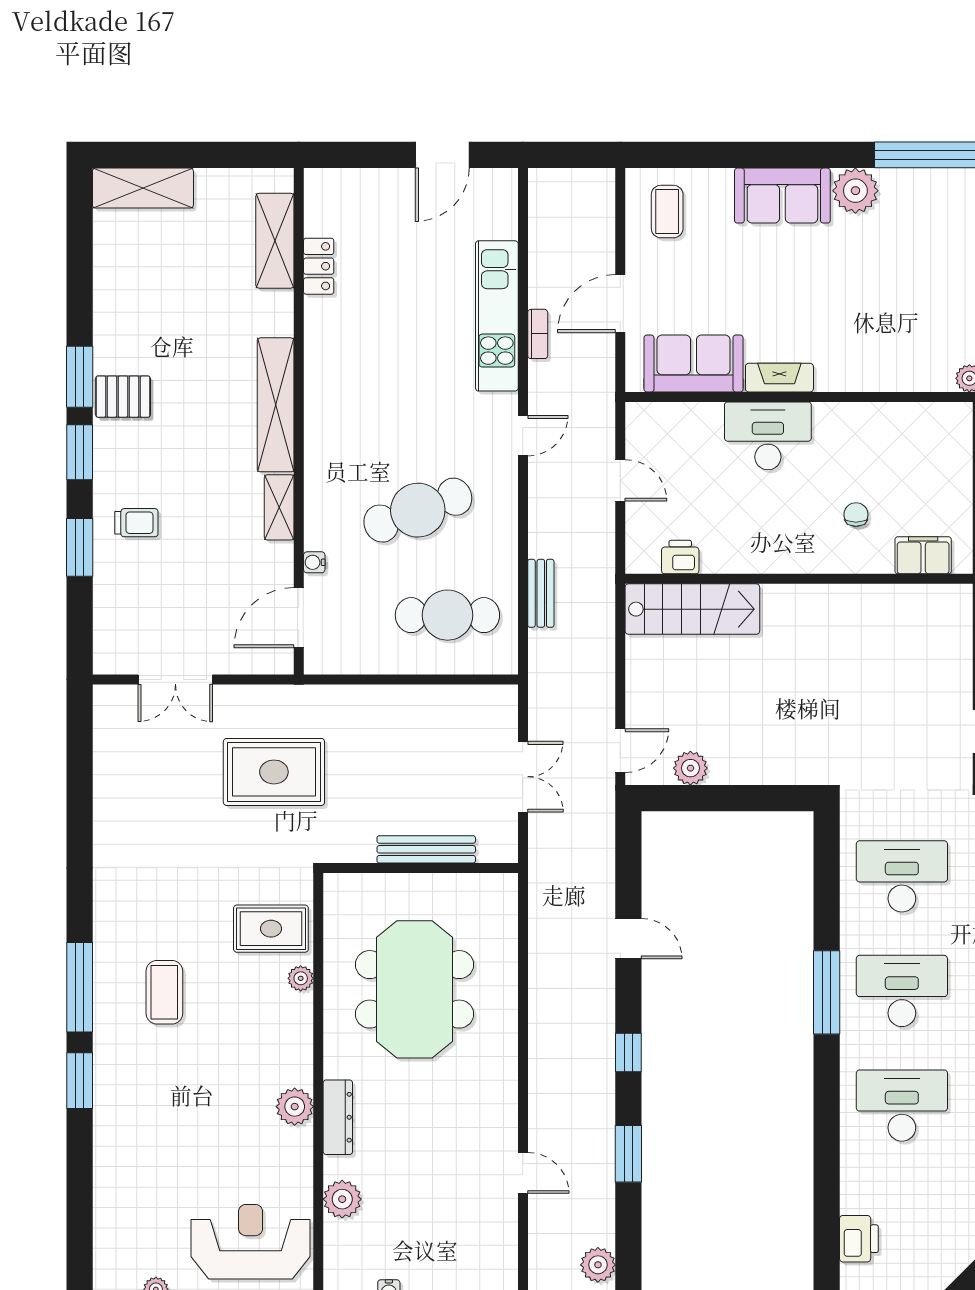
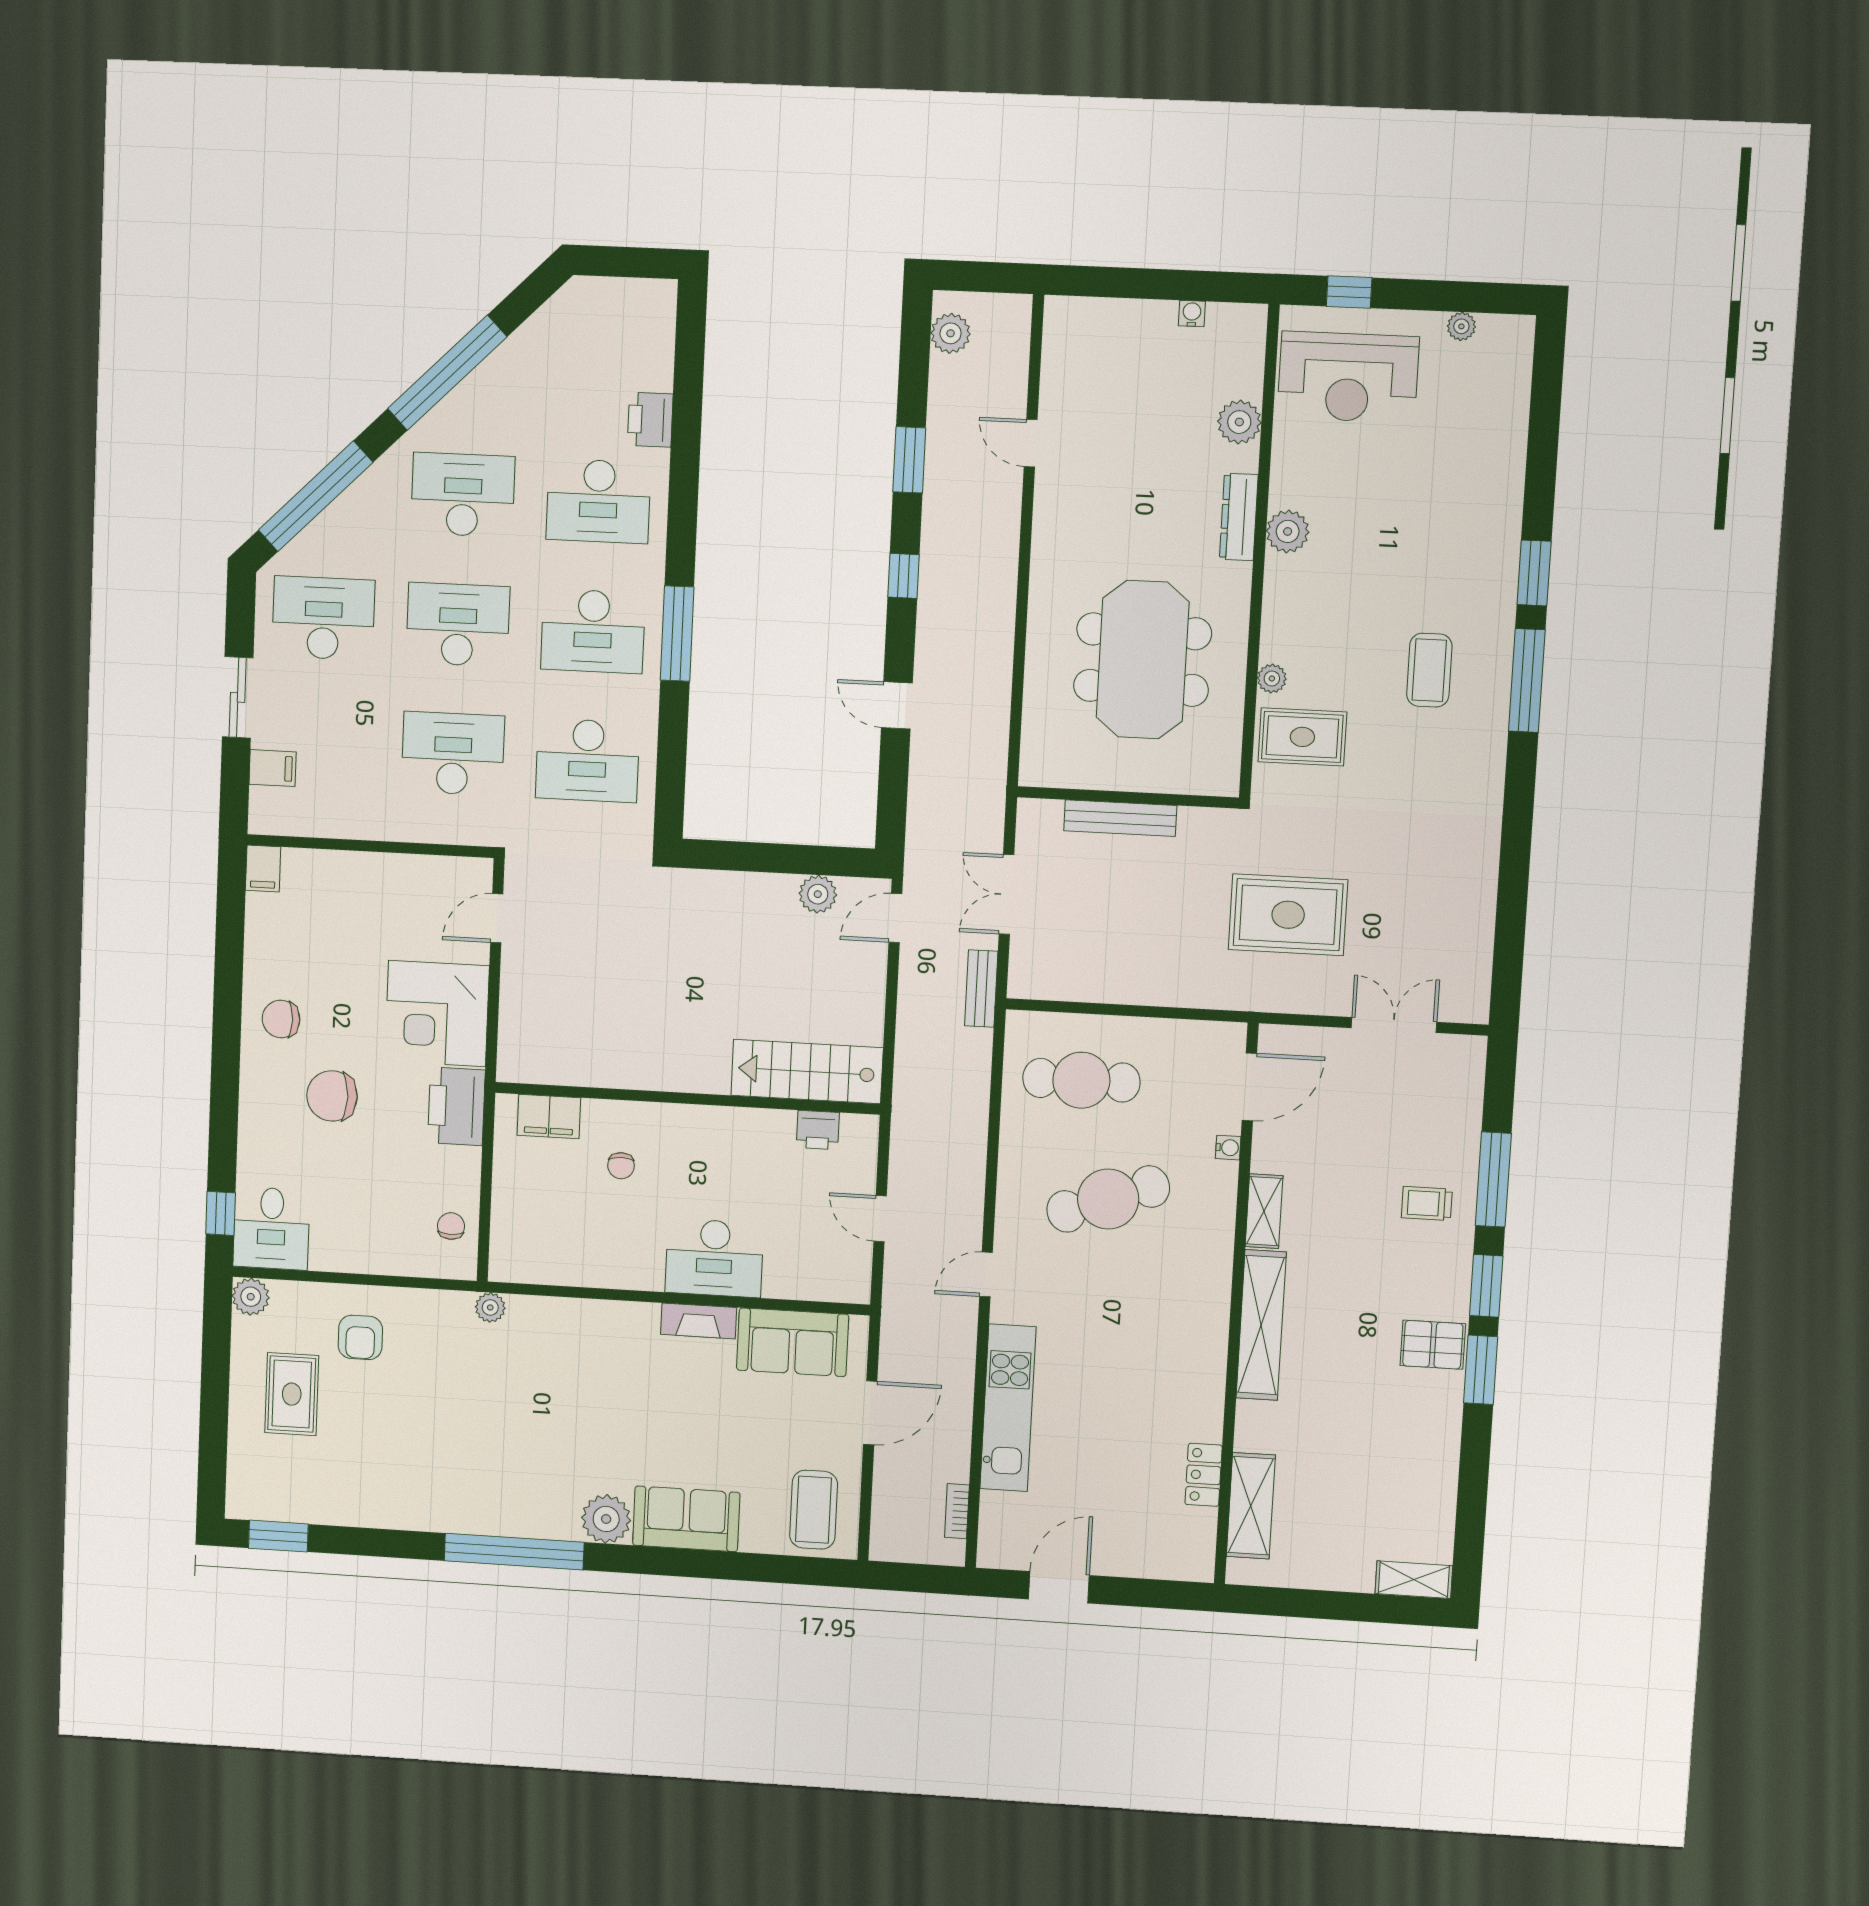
shelving: (143, 188) -> (1414, 1580), width x0.67, depth x0.75
coffee table: (667, 212) -> (814, 1510), width x1.36, depth x1.30
bookcase: (538, 334) -> (957, 1511), moved
window: (80, 547) -> (1493, 1180), width x1.44
bench: (541, 593) -> (981, 989), moved
printer: (859, 1239) -> (650, 420), moved

